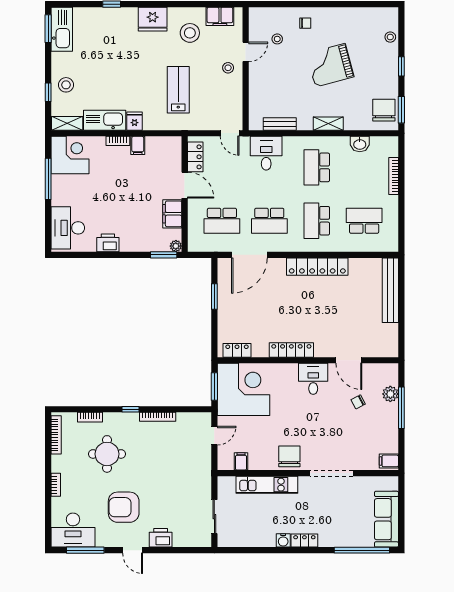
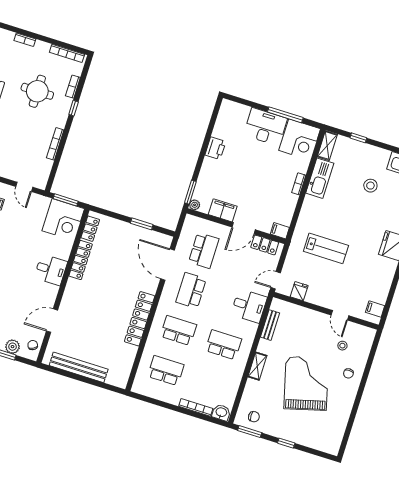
filing cabinet: (220, 16) -> (375, 309), width x0.50
stool: (190, 33) -> (371, 273), removed
stool: (390, 37) -> (314, 442), removed
grand piano: (330, 65) -> (306, 383), width x1.37, depth x1.48
stool: (228, 68) -> (331, 296), removed
stool: (66, 85) -> (370, 186), moved
chair: (384, 110) -> (254, 417), width x0.54, depth x0.54
fridge: (135, 121) -> (299, 291), moved, turned -90
washbasin: (360, 144) -> (221, 413), moved, turned 90
filing cabinet: (138, 145) -> (280, 231), moved
school desk: (222, 221) -> (204, 250), turned 180
school desk: (364, 221) -> (166, 371), turned -90
desk: (68, 228) -> (265, 127), moved
bench: (390, 290) -> (79, 367), moved
locker: (291, 350) -> (81, 260), moved
desk: (313, 379) -> (51, 270), moved
corner desk: (243, 389) -> (63, 220), width x0.74, depth x0.74
chair: (358, 402) -> (33, 345), moved
window: (131, 409) -> (74, 108), moved

